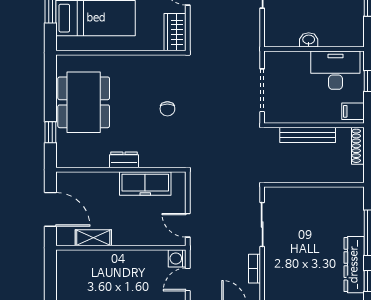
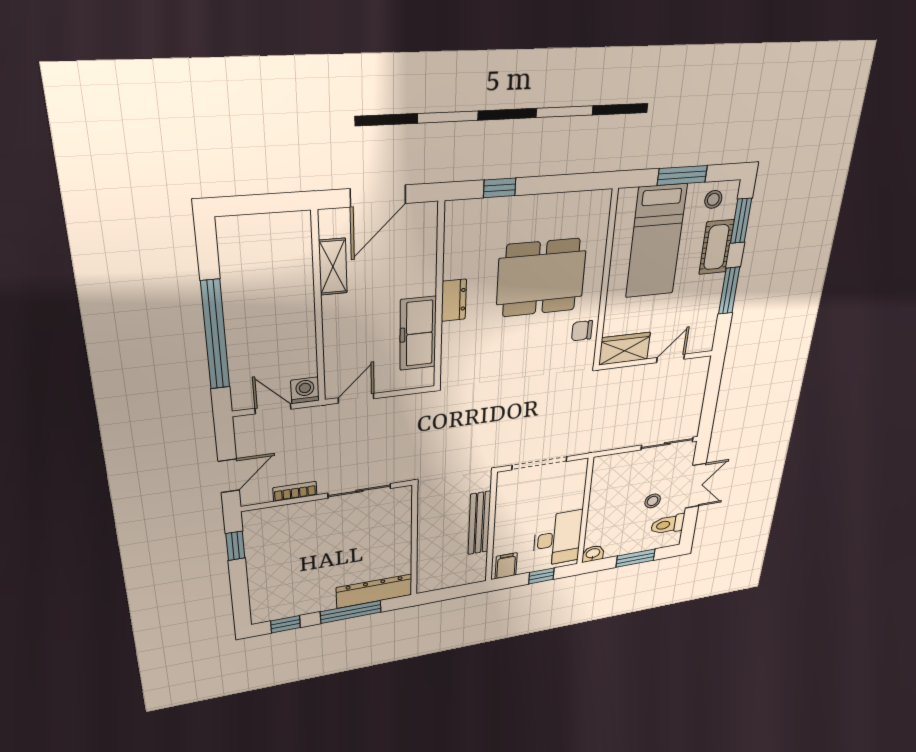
washbasin: (309, 40) -> (593, 554), moved, turned -90
dining table: (84, 102) -> (541, 278), moved
chair: (167, 109) -> (582, 331), moved
shoe rack: (358, 146) -> (463, 579), removed
dresser: (354, 265) -> (374, 591), moved

